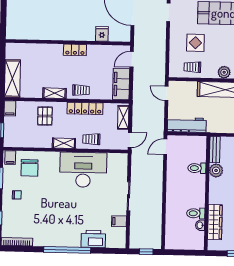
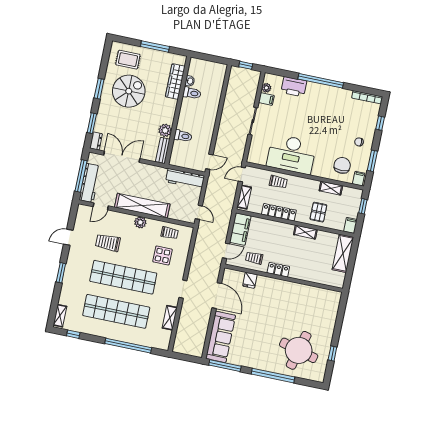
trolley: (81, 90) -> (254, 258), moved
shelving: (64, 143) -> (331, 188), moved
plant: (121, 233) -> (266, 88), added

